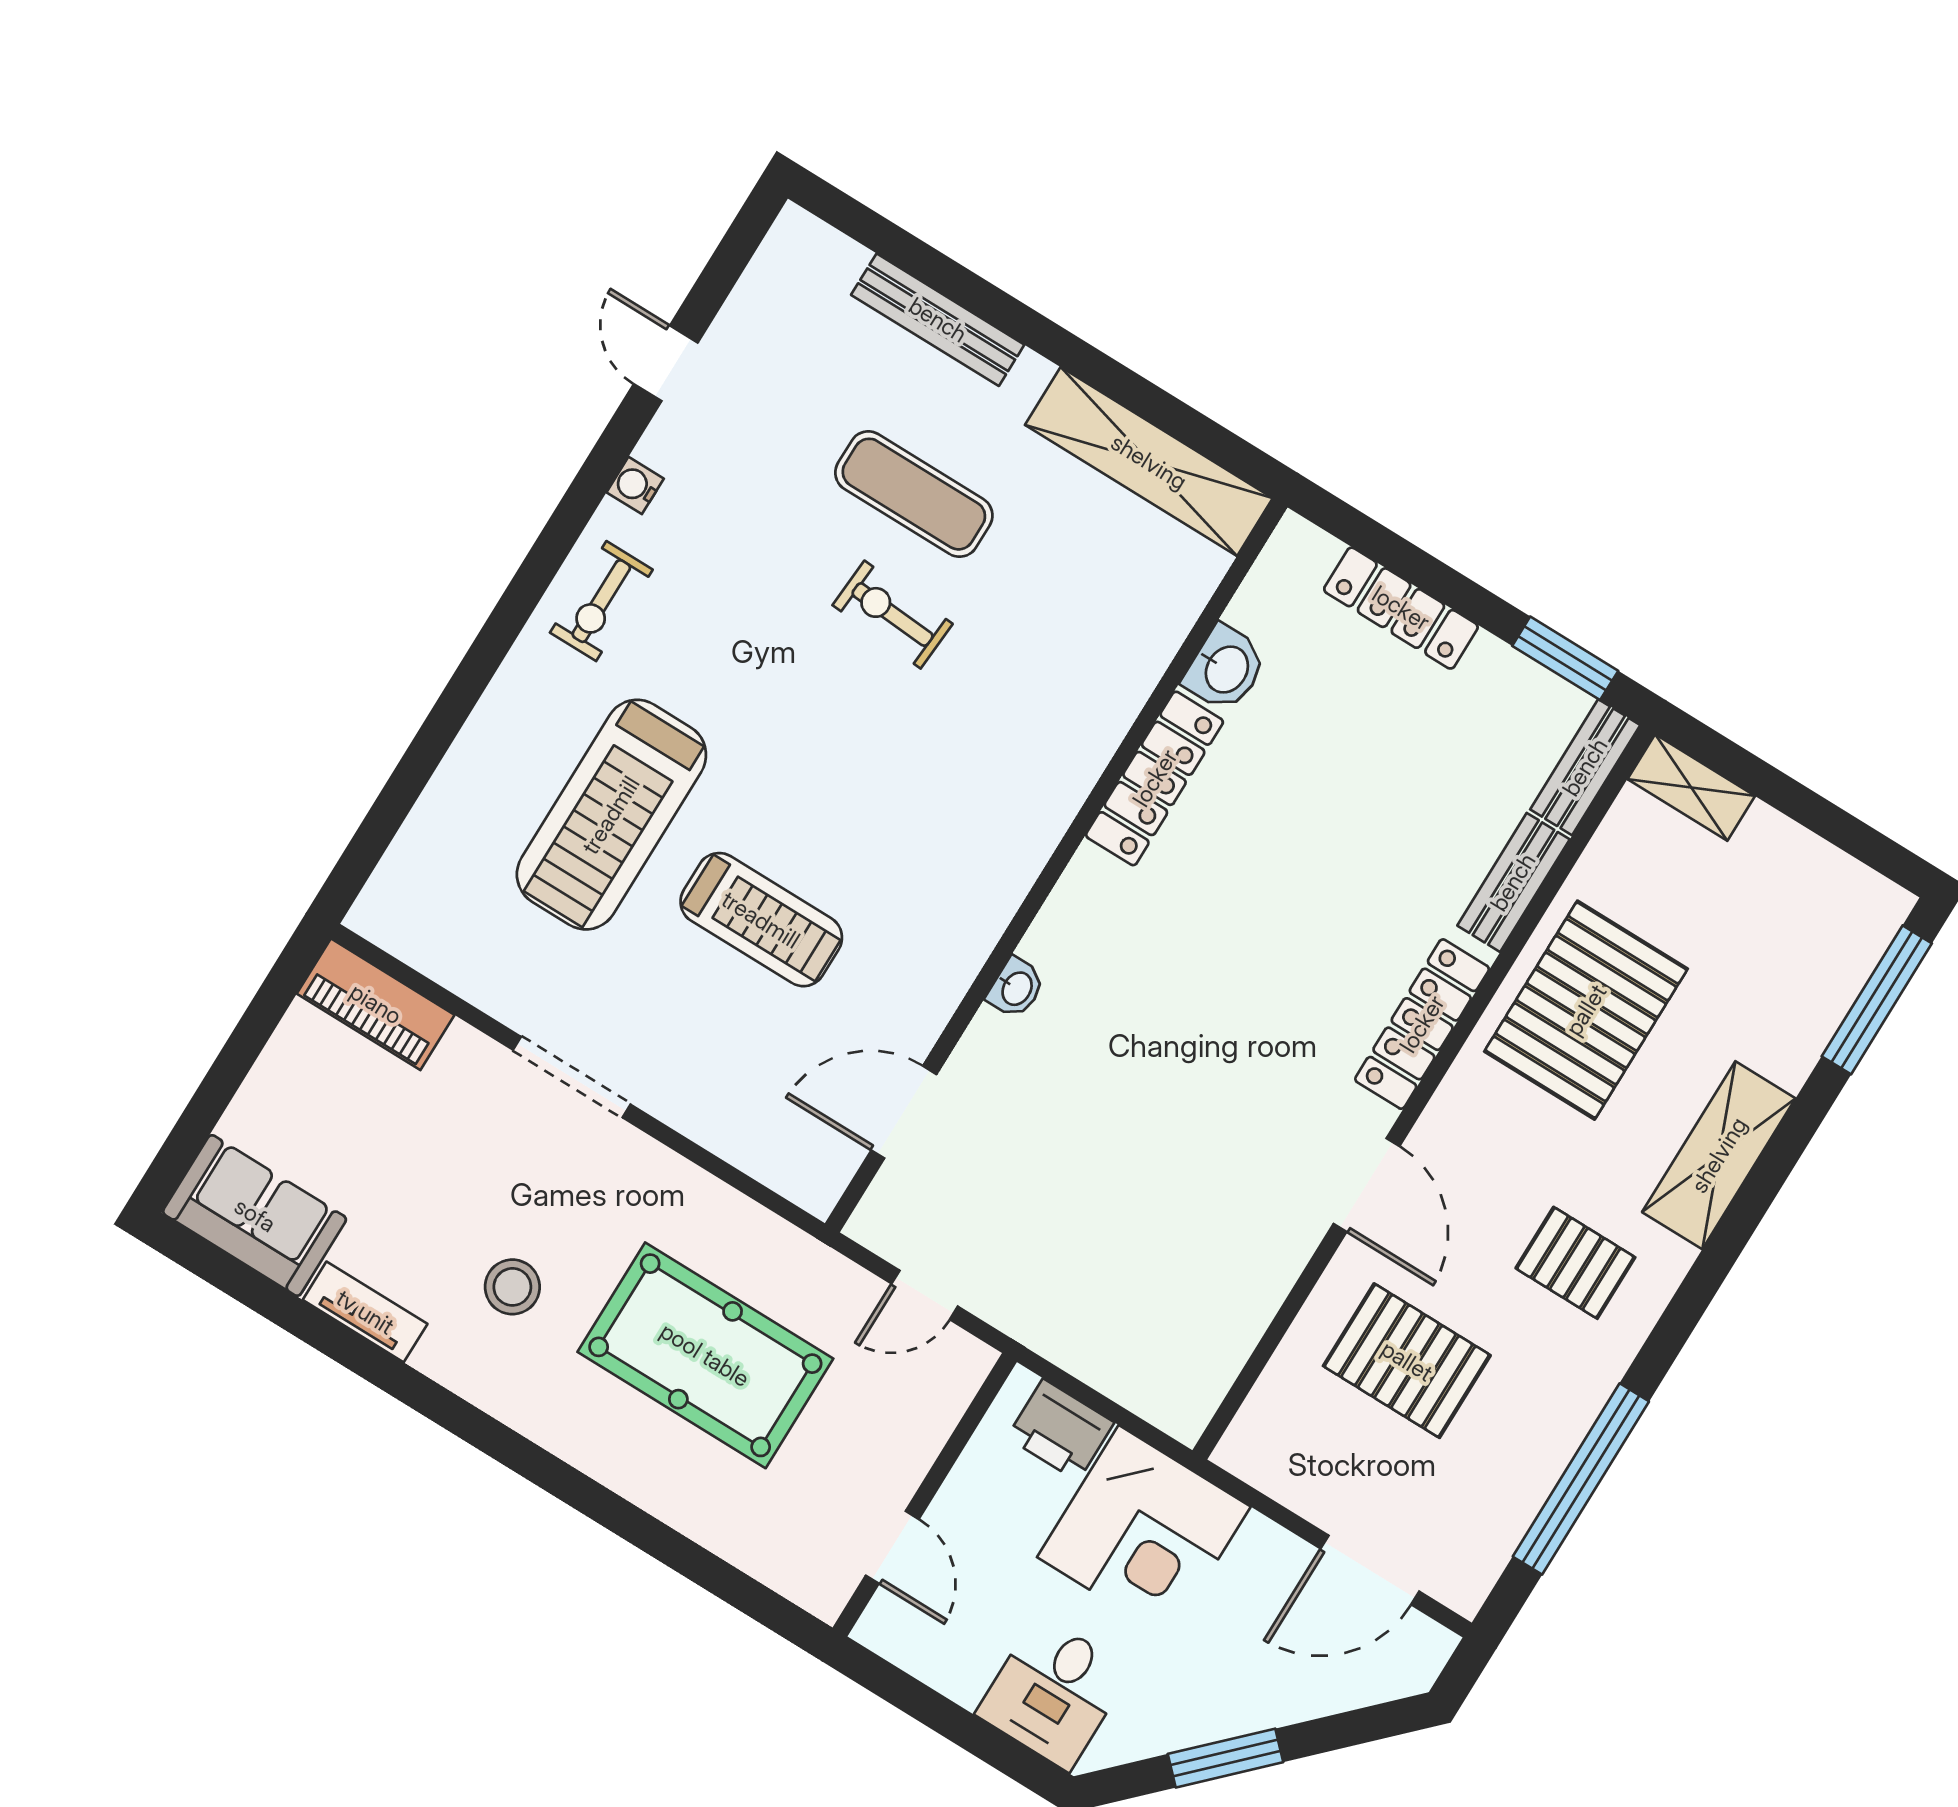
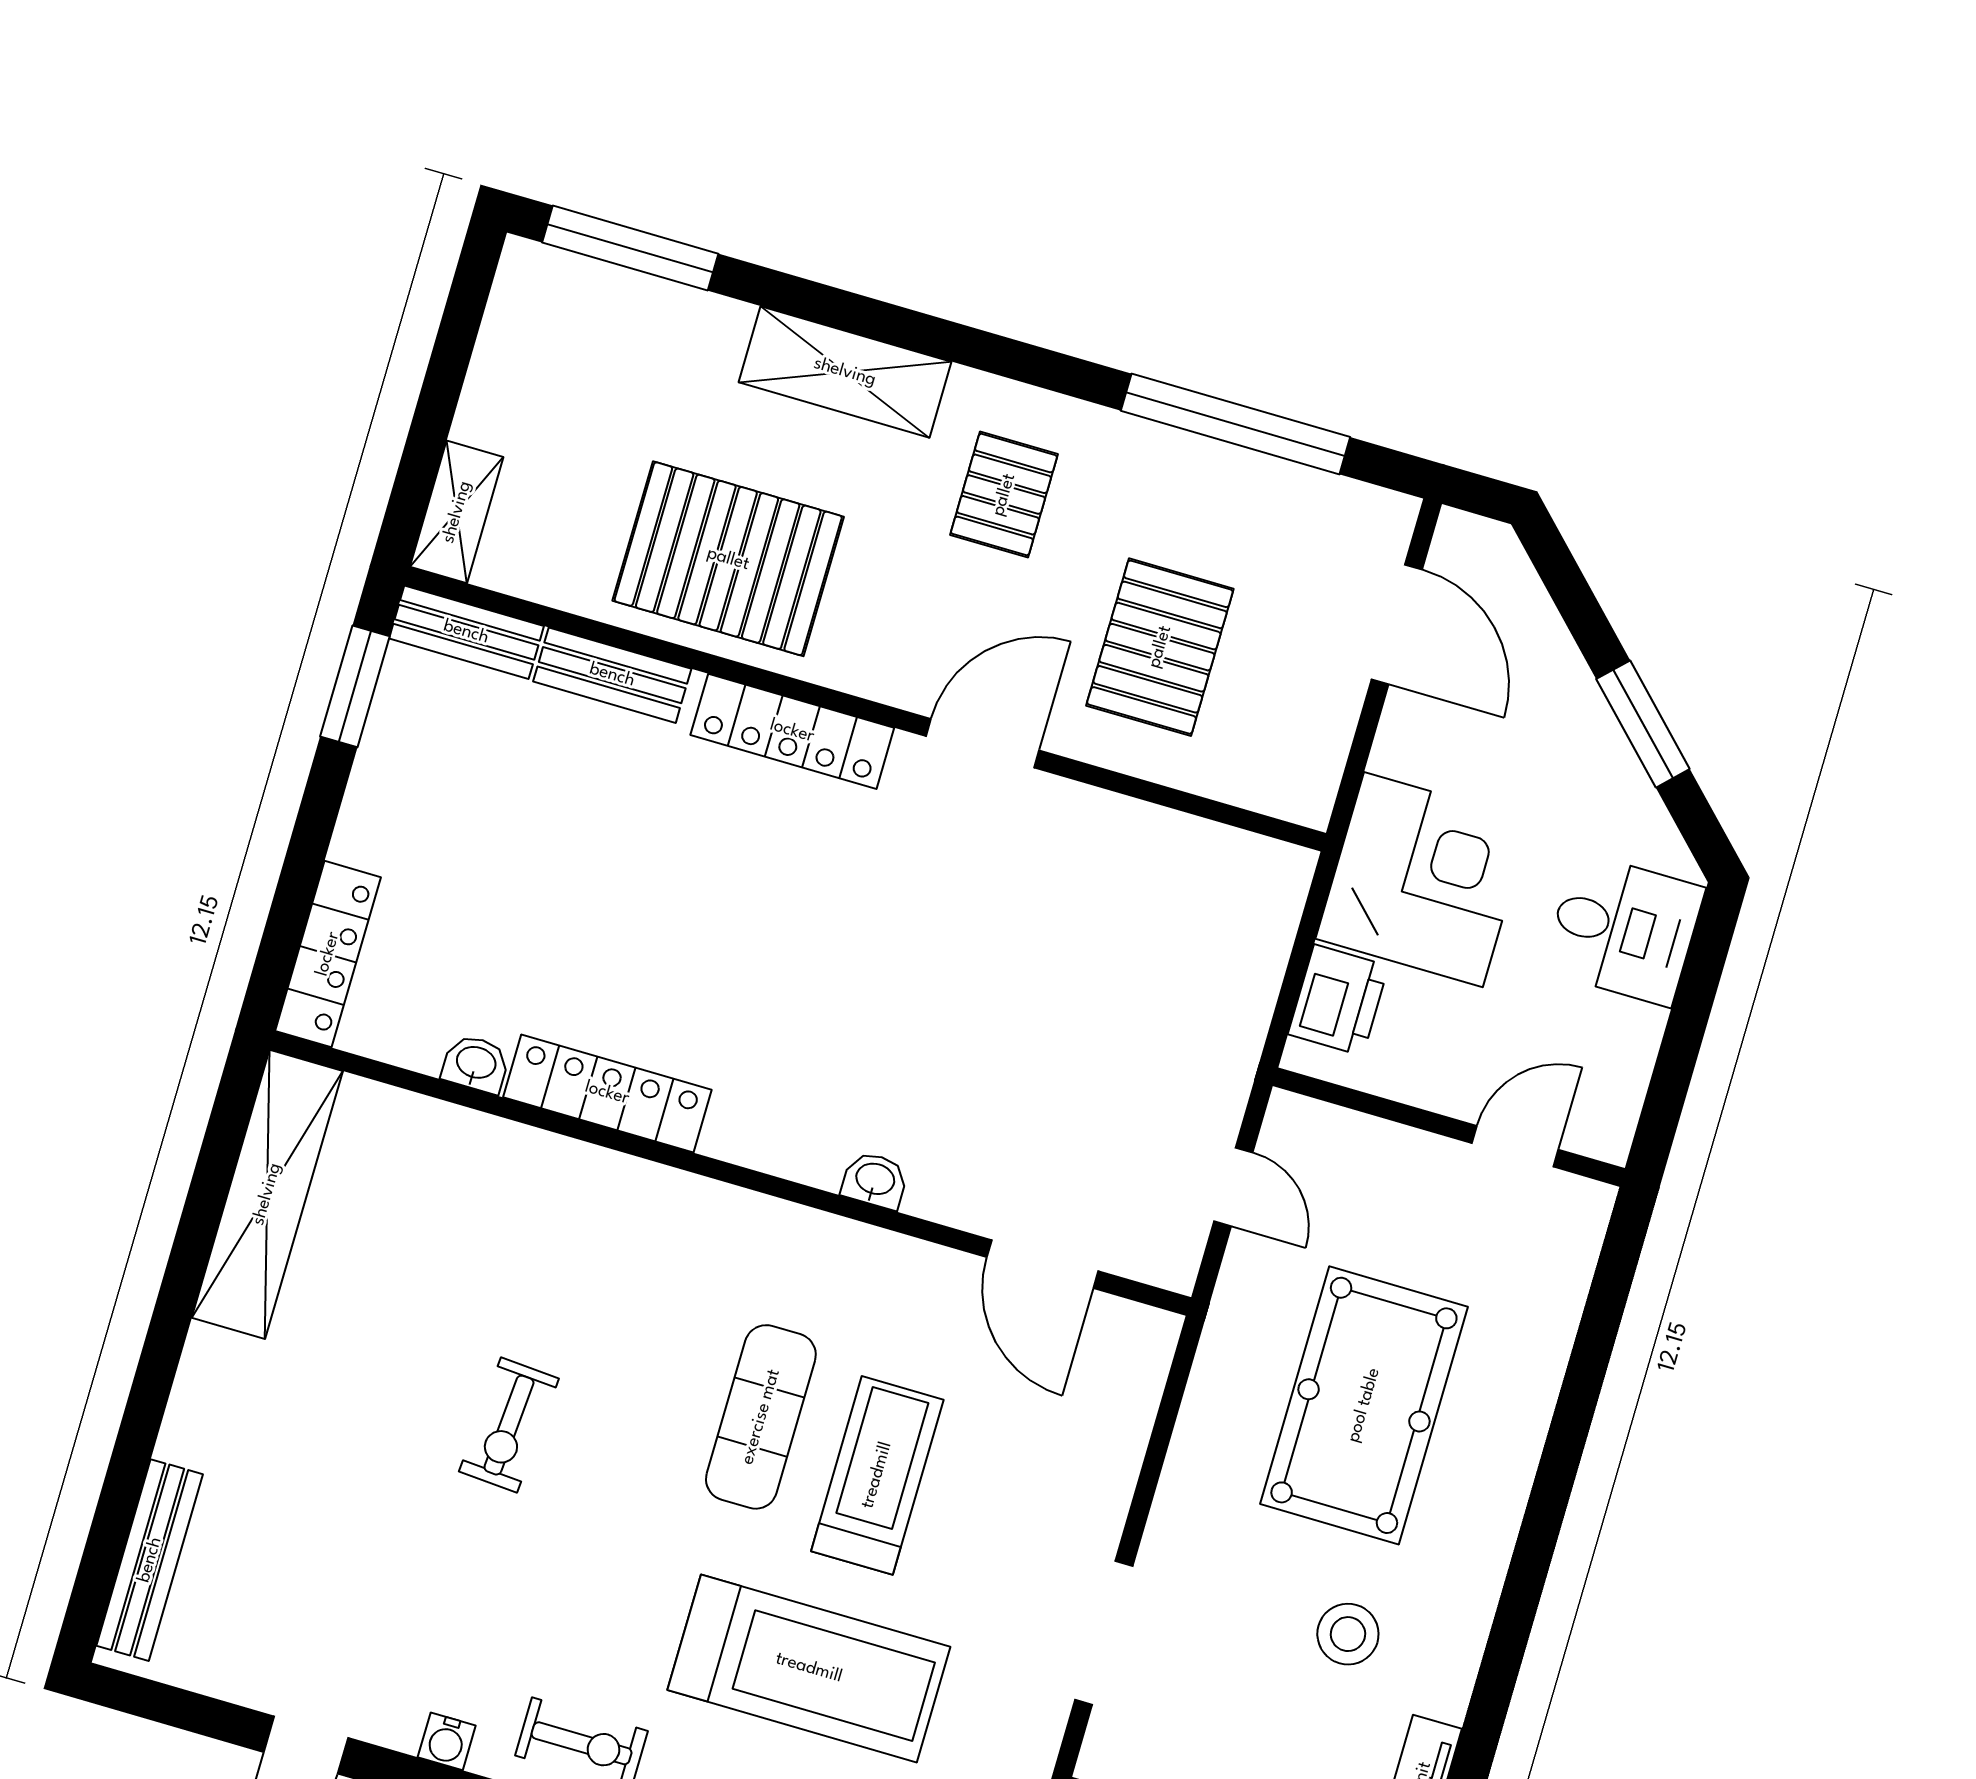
bench: (938, 320) -> (150, 1560), moved
exercise mat: (914, 494) -> (761, 1417), moved
locker: (1401, 608) -> (328, 954), moved
washbasin: (1225, 669) -> (476, 1064), width x0.72, depth x0.69

